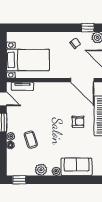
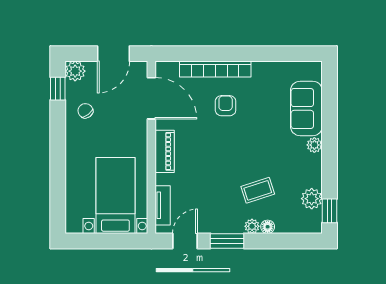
door: (82, 80) -> (151, 98), hinge flipped
piano: (53, 87) -> (165, 151), added
plant: (41, 170) -> (312, 199), moved

